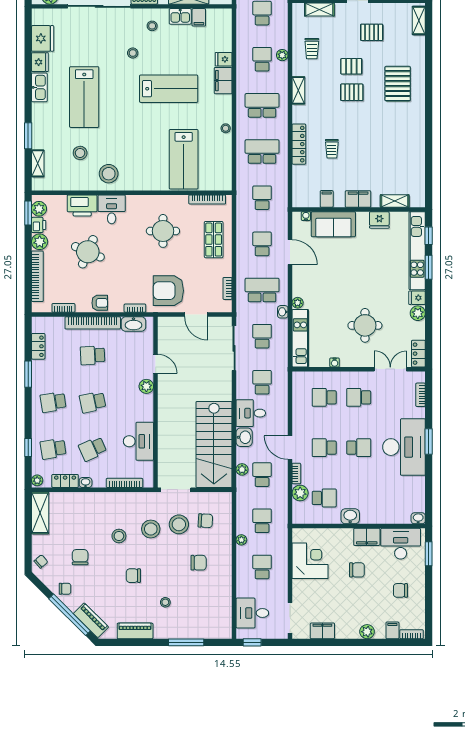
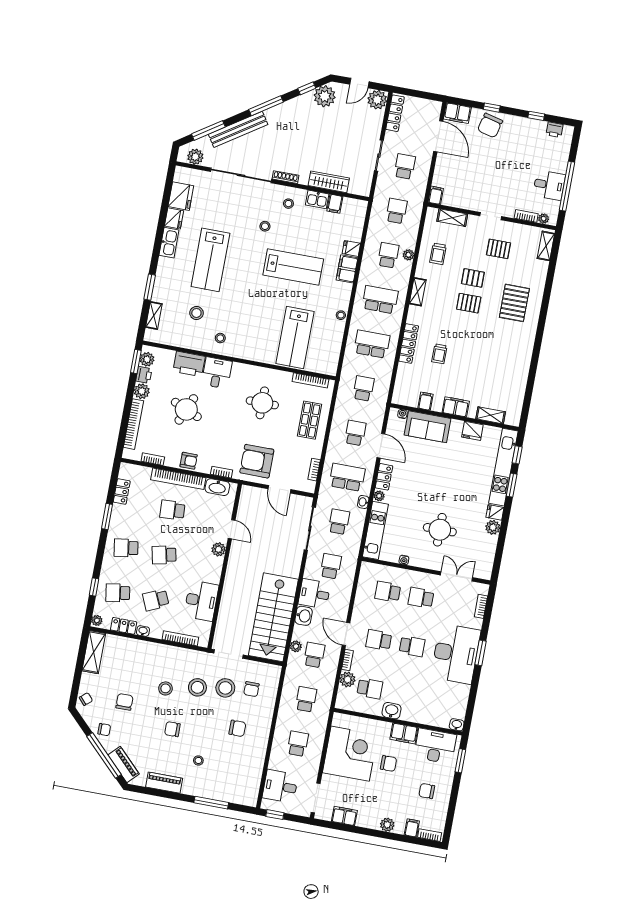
stool: (109, 174) -> (220, 338), width x0.53, depth x0.53
locker: (418, 354) -> (384, 477), moved, turned 180
chair: (205, 521) -> (251, 689), turned 87
plant: (241, 540) -> (283, 714), removed
corner desk: (310, 561) -> (350, 754), width x1.36, depth x1.36

